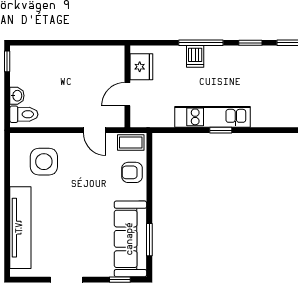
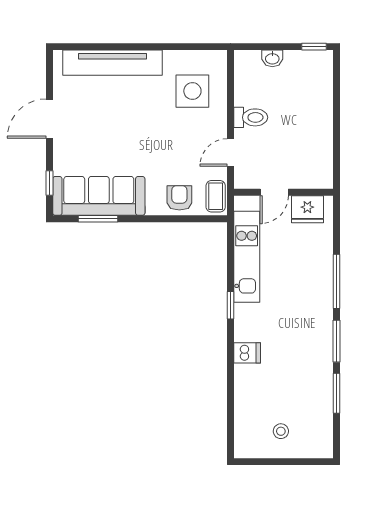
window: (250, 43) -> (336, 341), width x1.50
dishwasher: (195, 56) -> (247, 353), moved, turned 180
door: (127, 94) -> (274, 192), swing flipped
toilet: (24, 114) -> (251, 117), moved, turned -90
kitchen unit: (212, 117) -> (247, 257), moved

